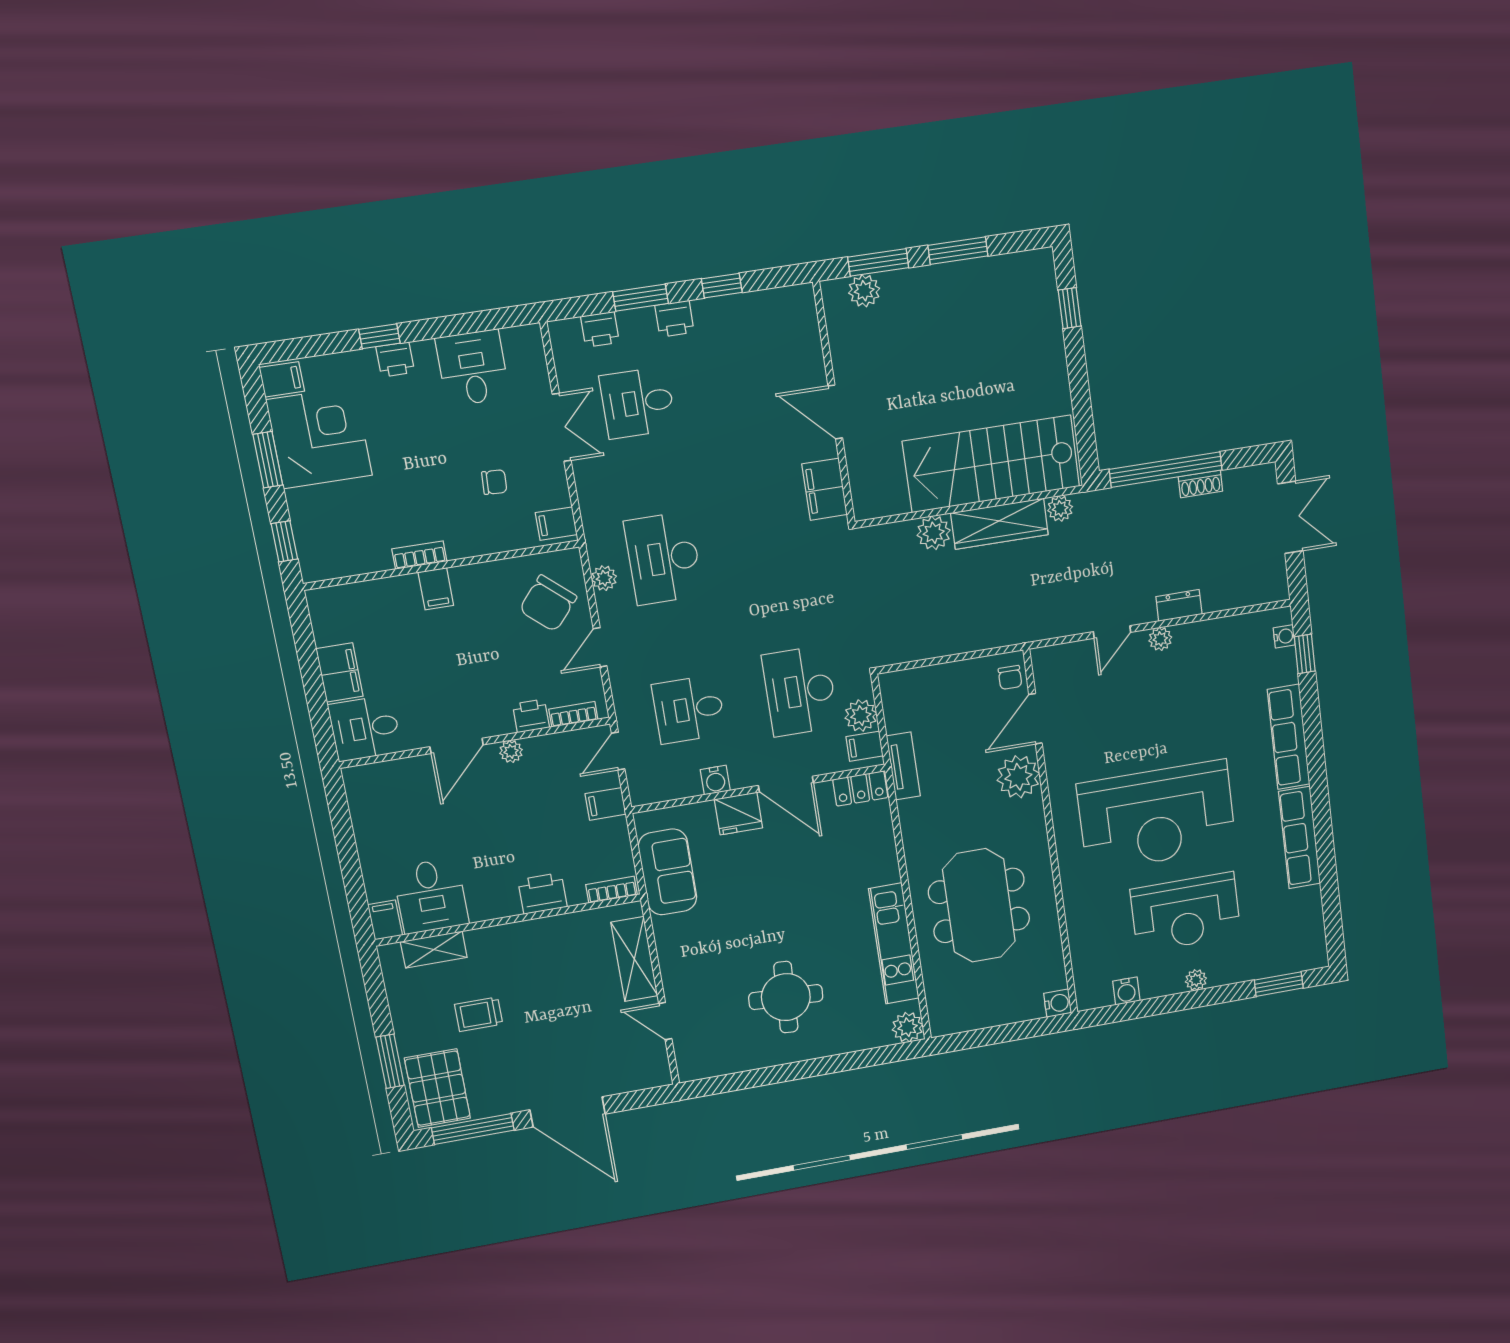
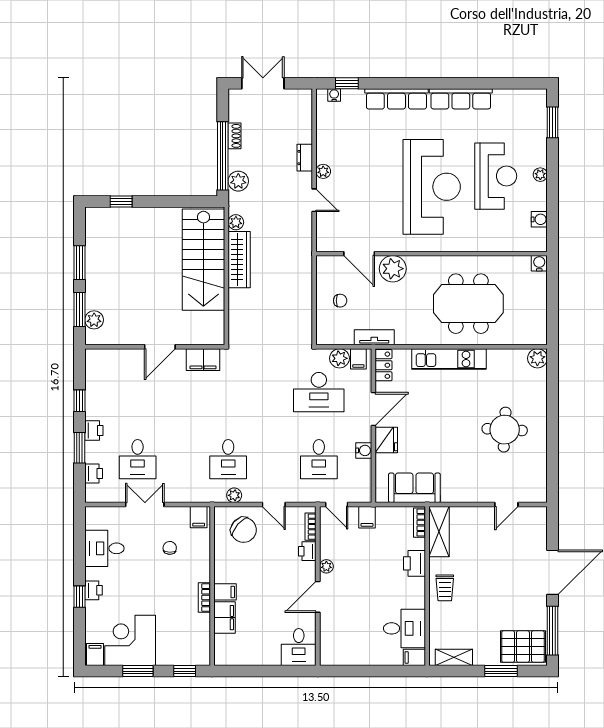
plant: (934, 533) -> (238, 181), moved
desk: (664, 558) -> (228, 459), width x0.73
filing cabinet: (340, 672) -> (224, 618), moved, turned 90
chair: (1010, 677) -> (340, 301), moved
door: (457, 746) -> (318, 597), swing flipped
kitchen unit: (894, 944) -> (449, 359), moved
shelving: (434, 950) -> (454, 657), moved, turned 90
shelving: (634, 959) -> (439, 532), moved, turned 90
trolley: (479, 1014) -> (445, 588), moved

